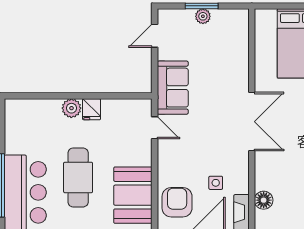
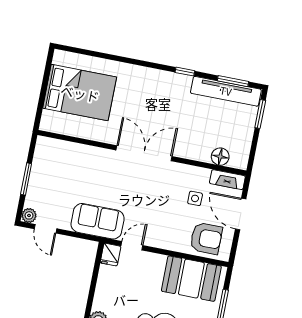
plant: (203, 16) -> (29, 215), moved
fridge: (91, 109) -> (111, 255), moved, turned 90
armchair: (177, 202) -> (206, 238), turned 180

